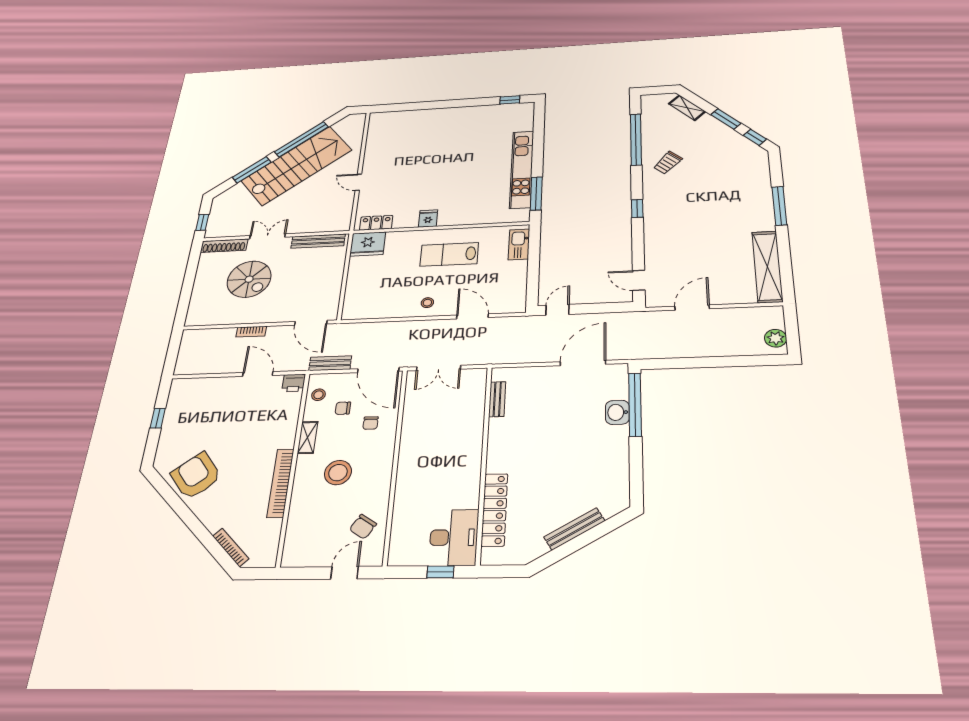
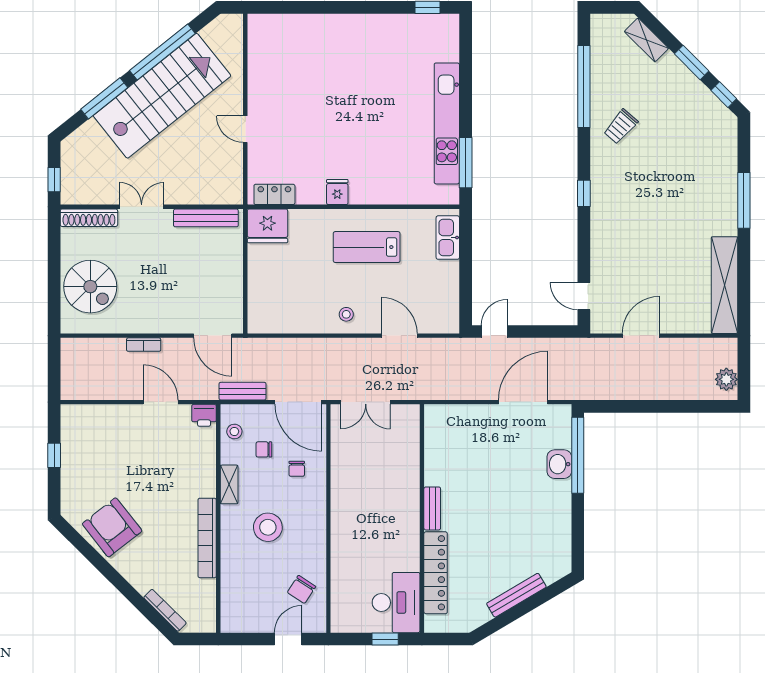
spiral stairs: (249, 279) -> (90, 287), moved
bench: (497, 399) -> (432, 508), moved

